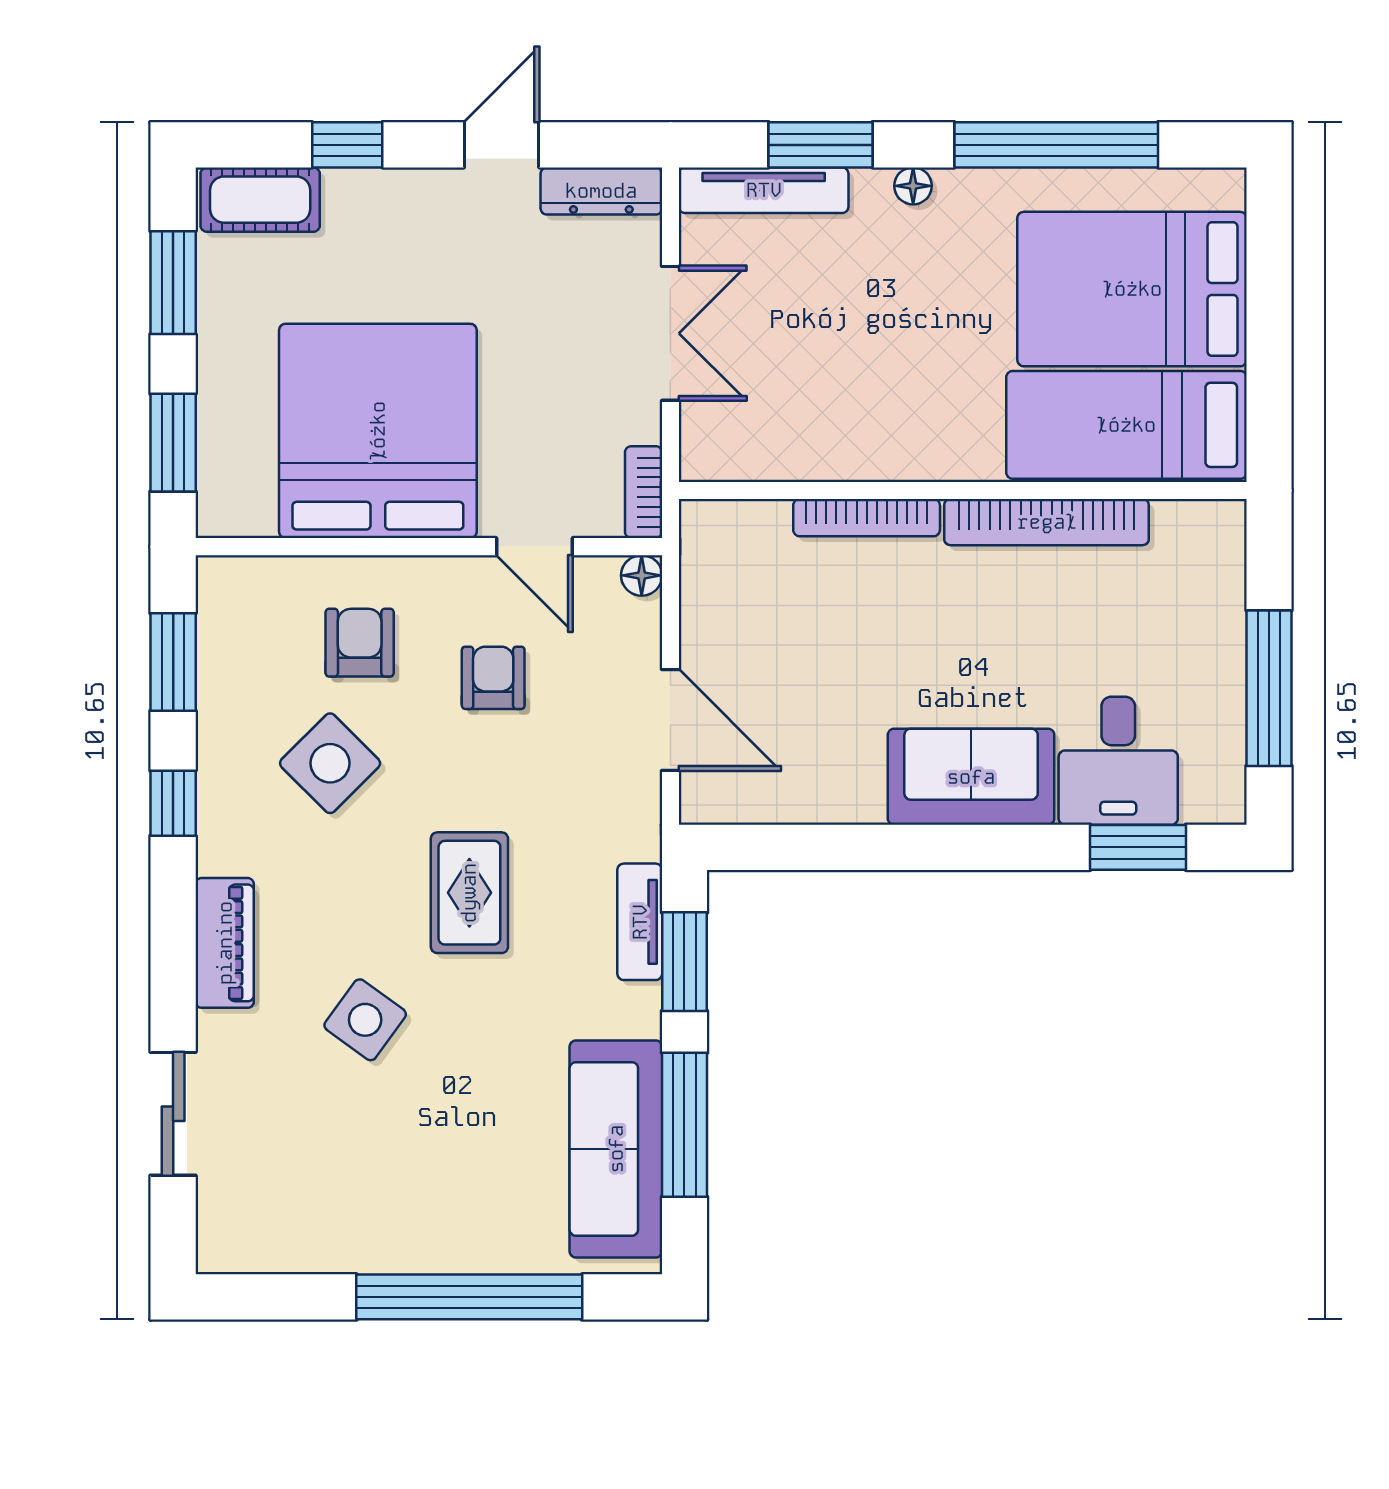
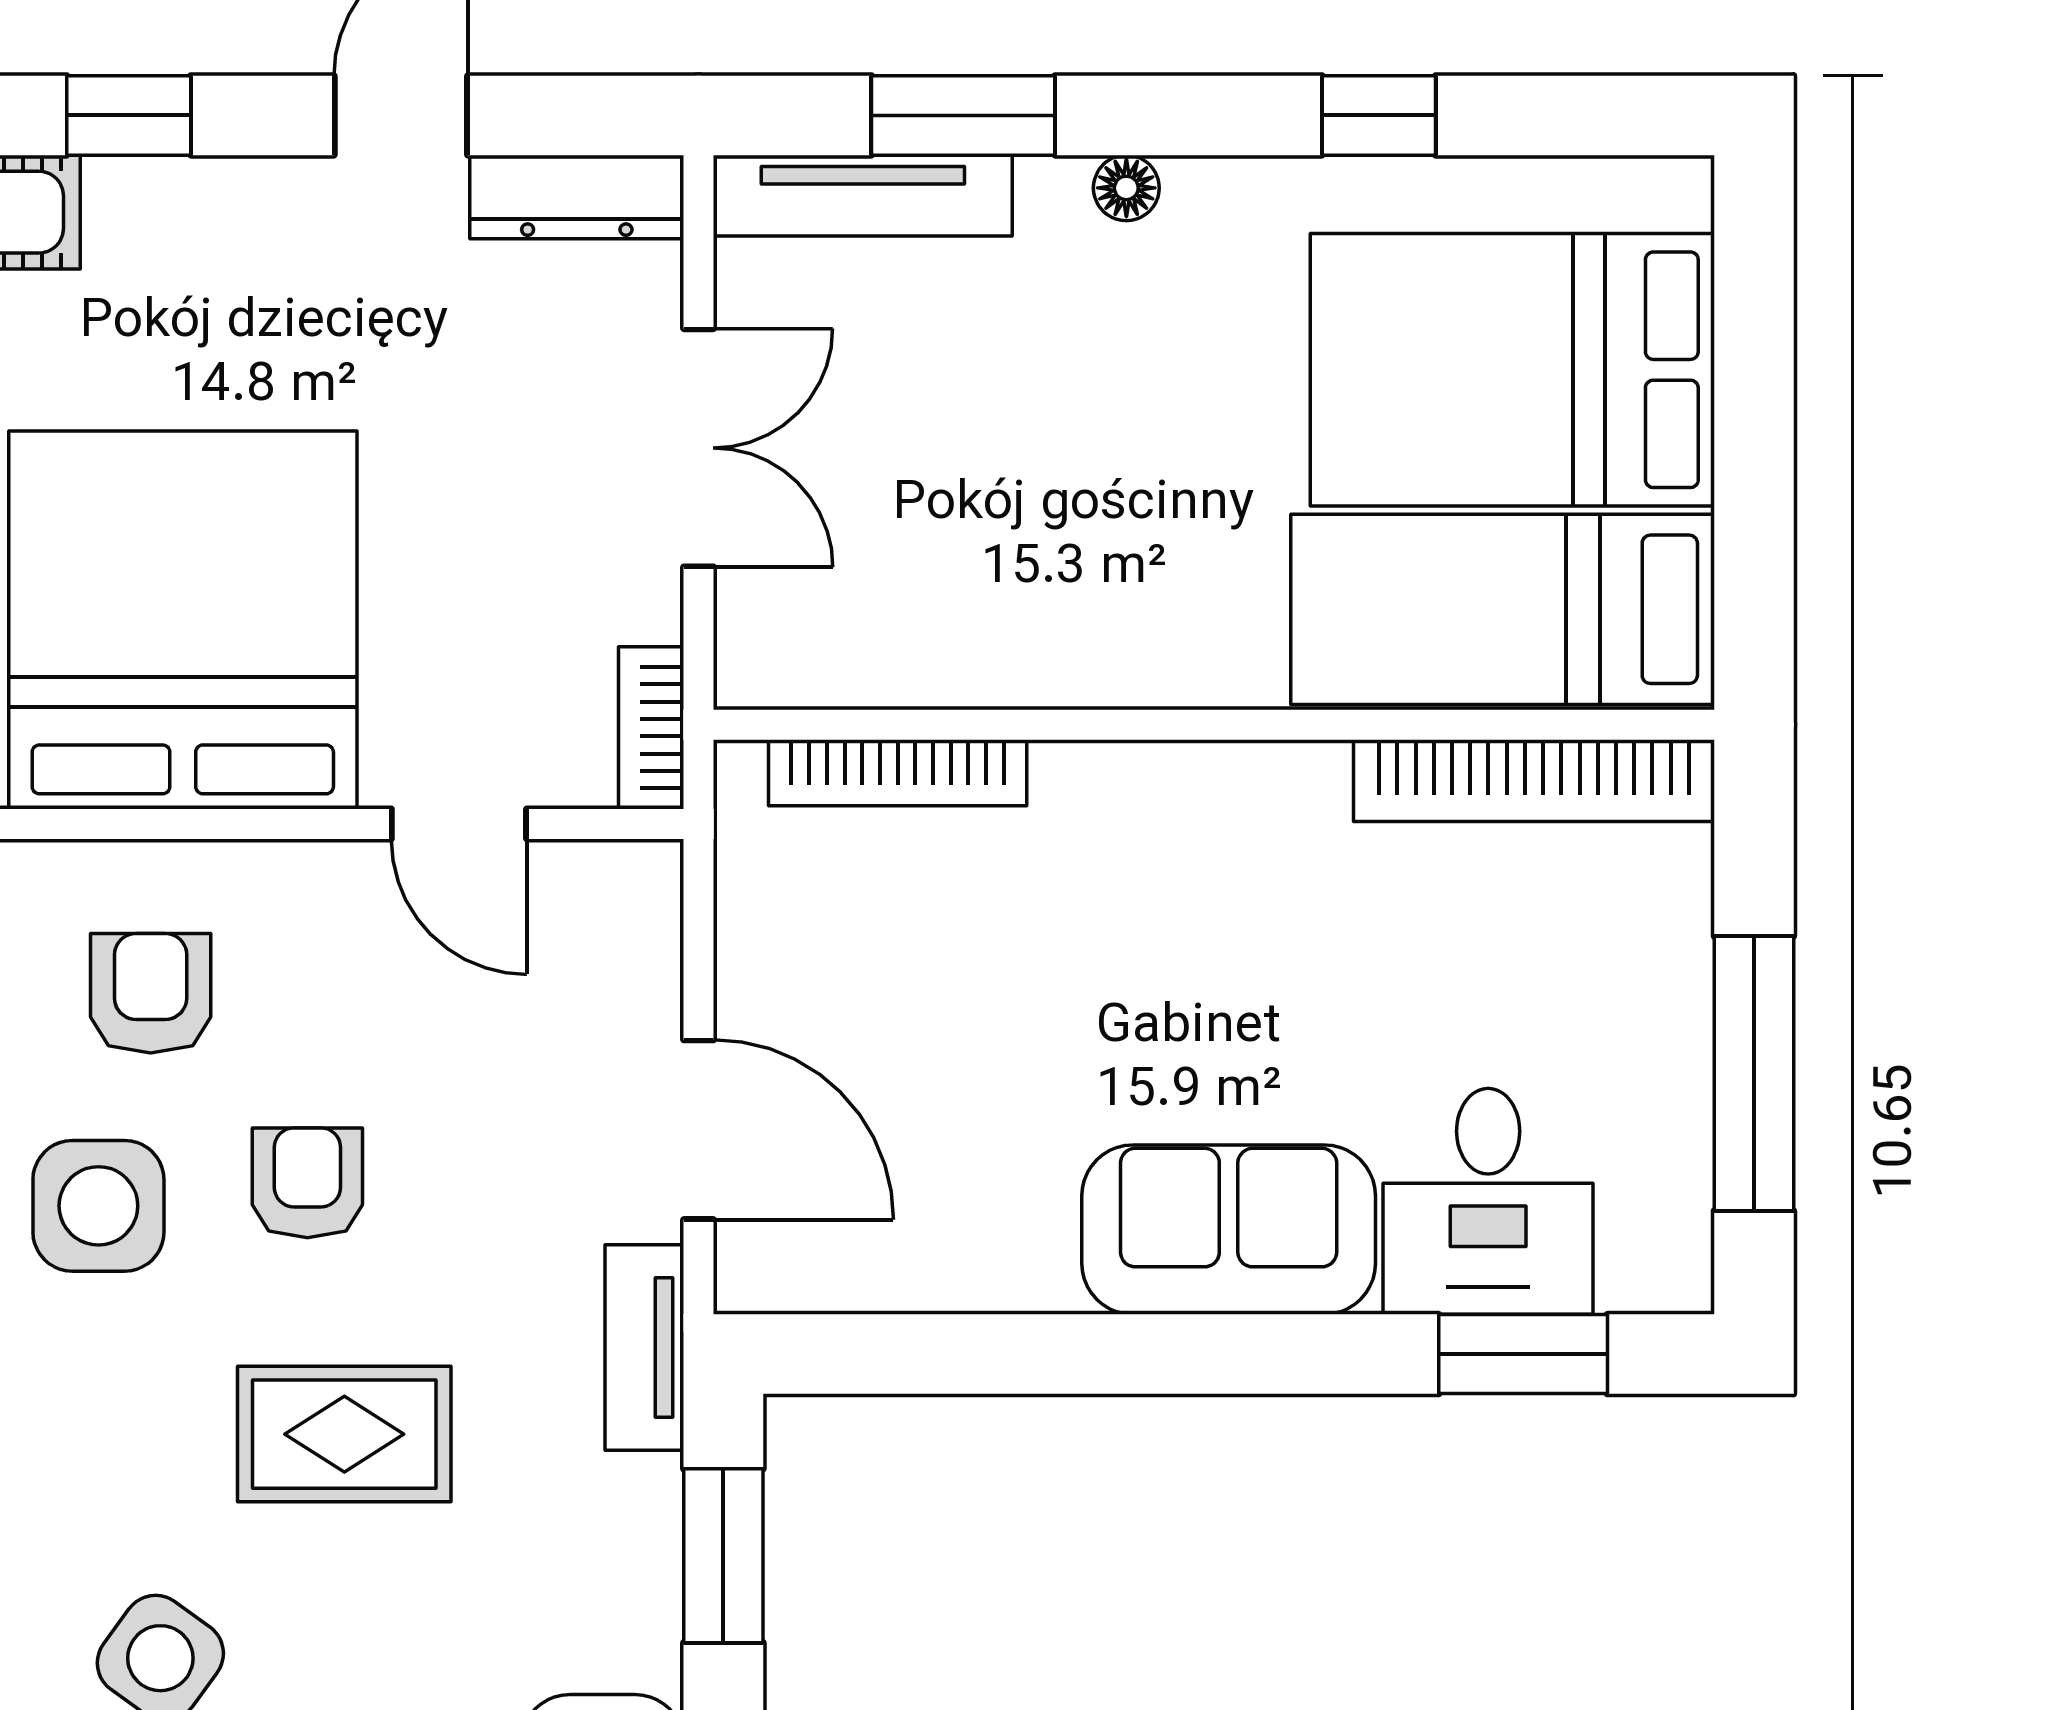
window: (1056, 145) -> (1379, 115), width x0.32
bookcase: (867, 518) -> (898, 773), moved
bookcase: (1047, 522) -> (1534, 781), moved
floor lamp: (642, 575) -> (648, 875), removed
armchair: (493, 678) -> (307, 1183), moved
side table: (330, 763) -> (98, 1206), turned 45
rug: (469, 893) -> (344, 1434), turned 90
tv unit: (640, 922) -> (644, 1347), moved

